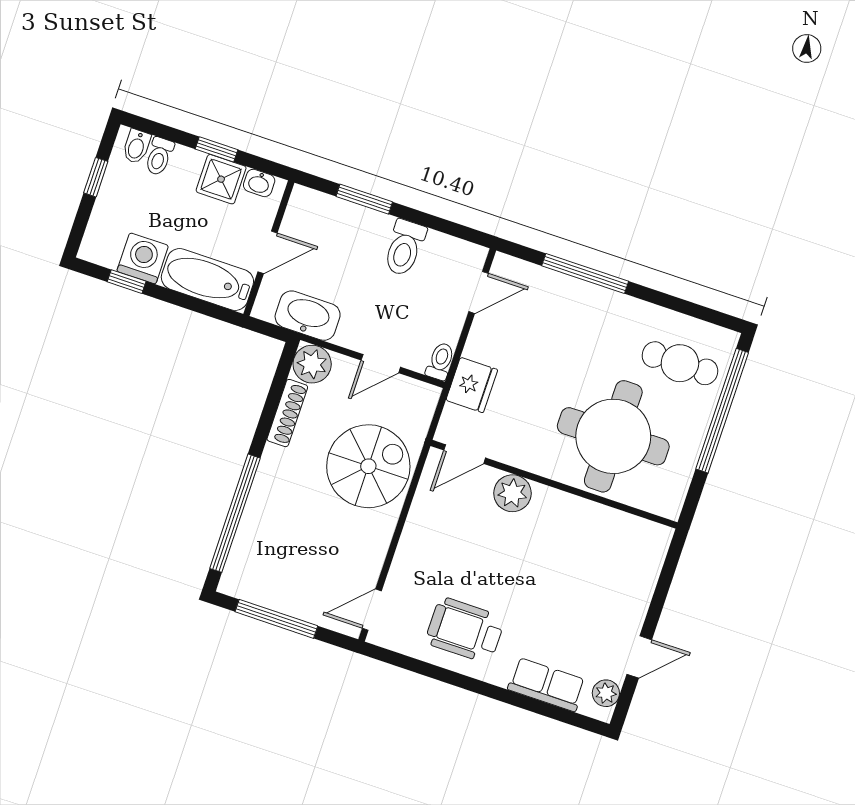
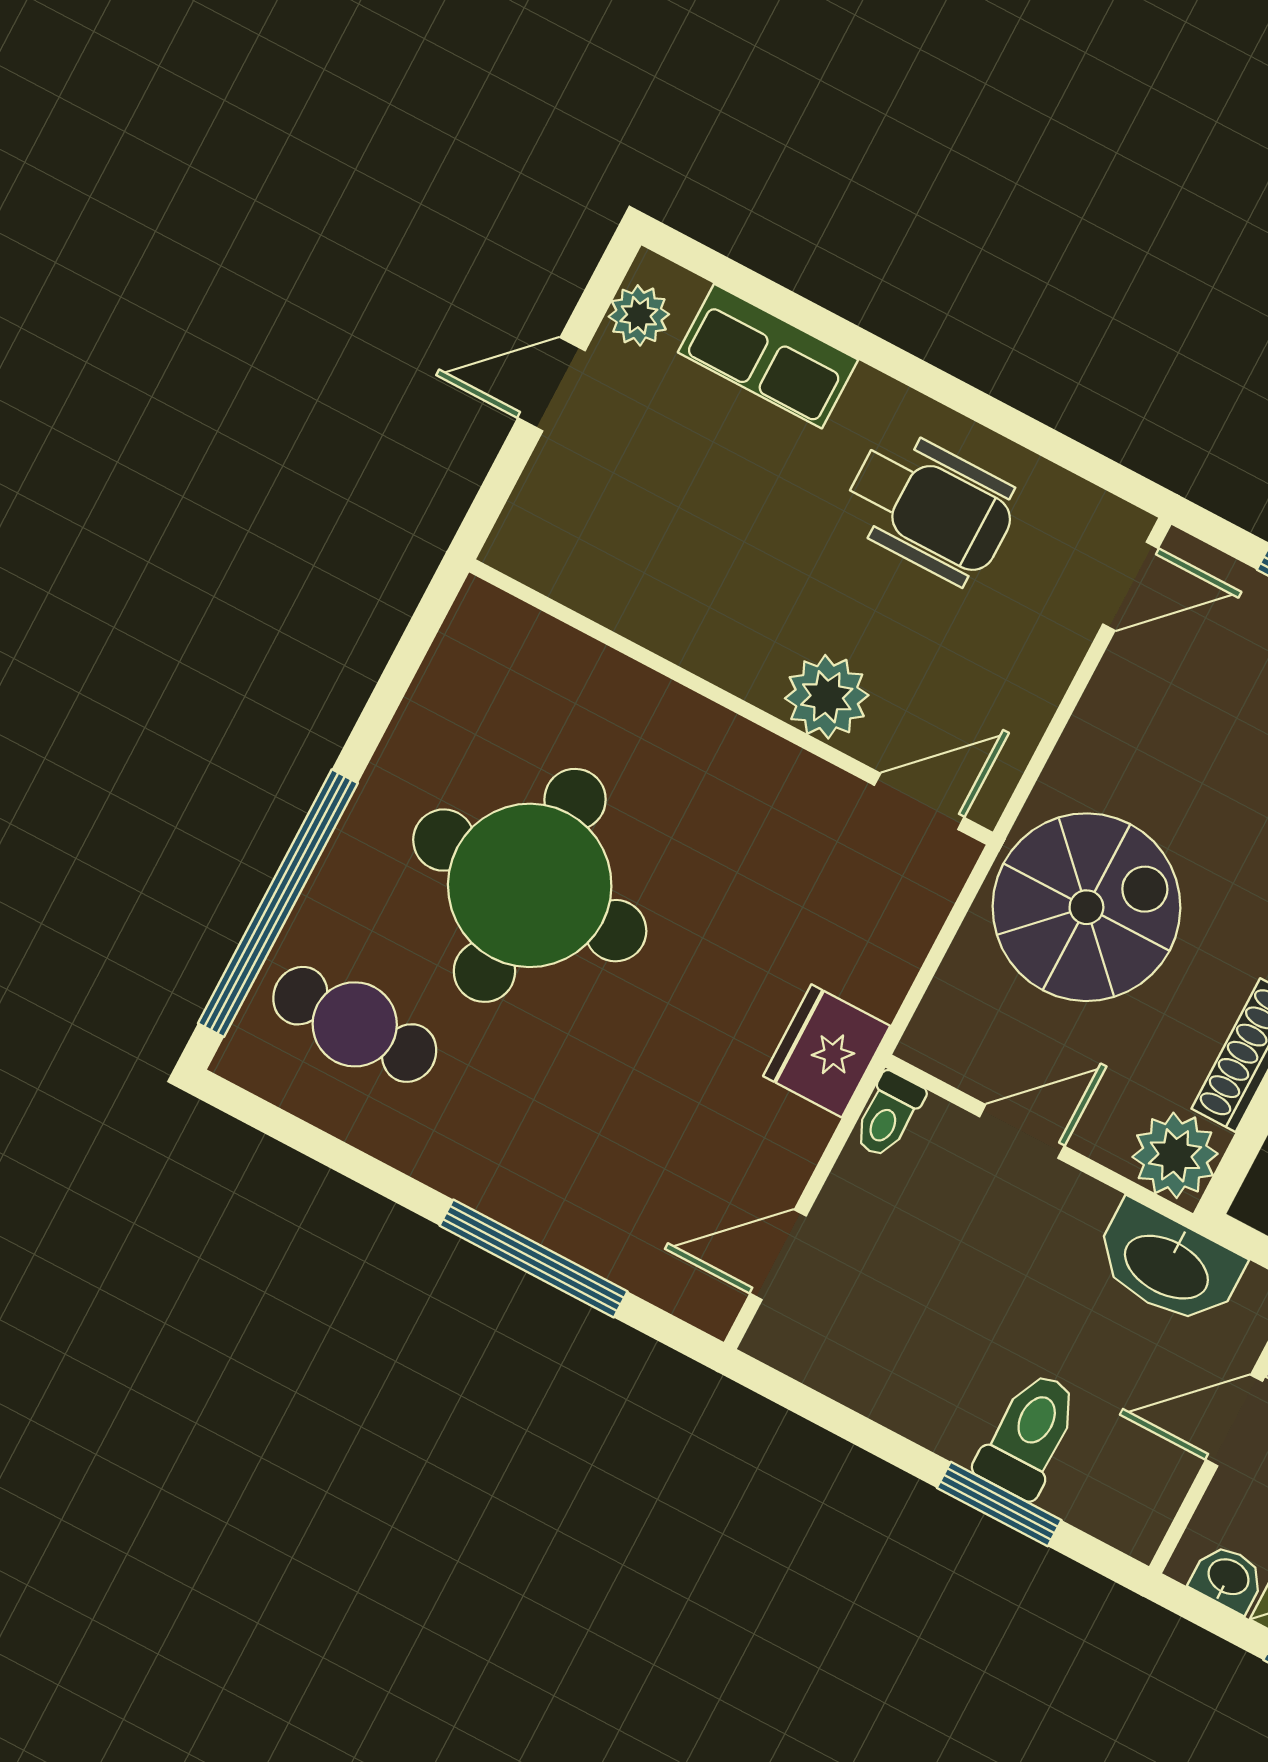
toilet: (405, 248) -> (1029, 1435), moved
door: (465, 454) -> (919, 801), moved
spiral stairs: (368, 466) -> (1086, 907), turned 180
wall: (554, 484) -> (731, 702), moved
plant: (512, 493) -> (827, 697), moved

